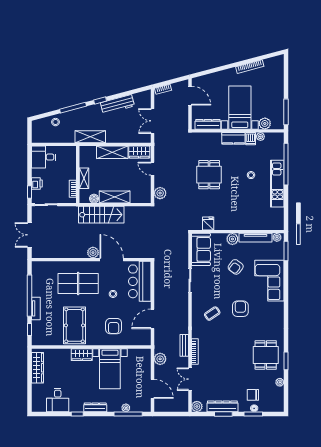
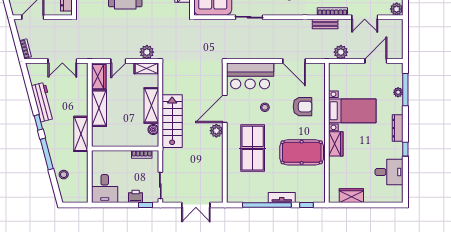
shelving: (84, 178) -> (146, 68), moved
wardrobe: (37, 368) -> (351, 196), width x0.67

